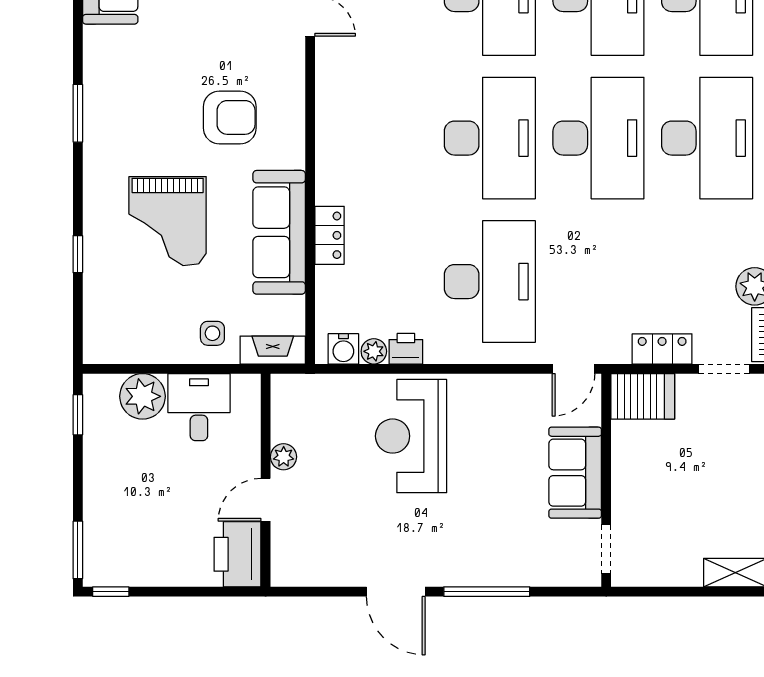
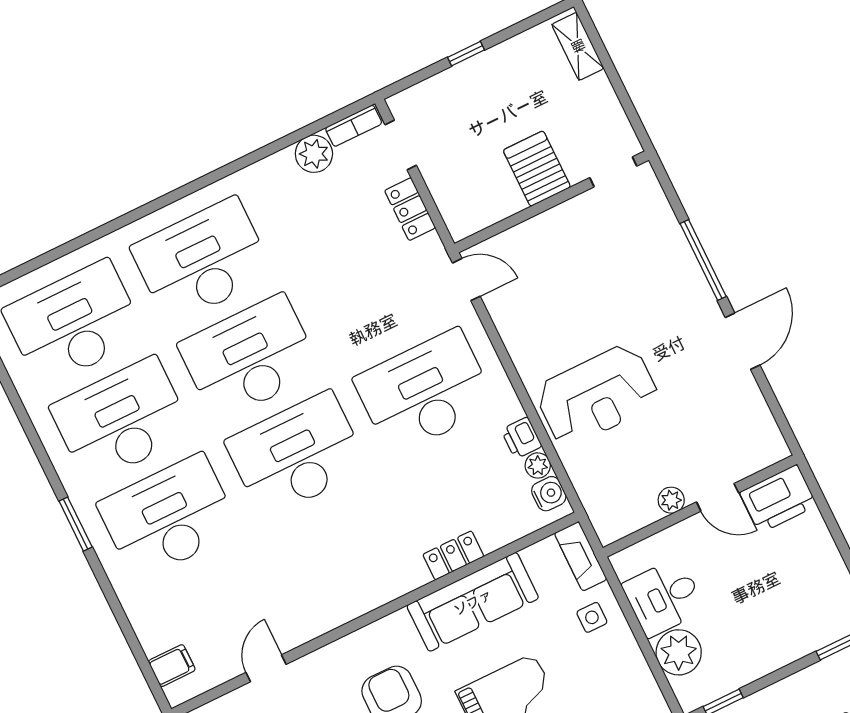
server rack: (643, 396) -> (537, 169), moved
sofa: (575, 473) -> (558, 233), removed

